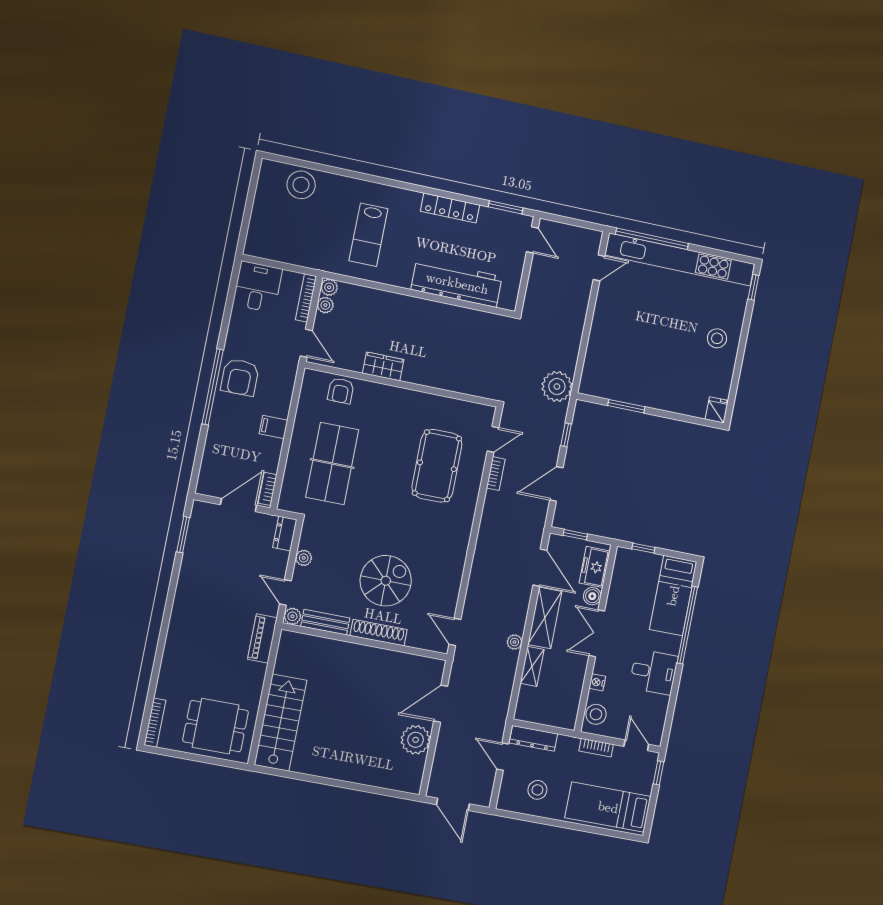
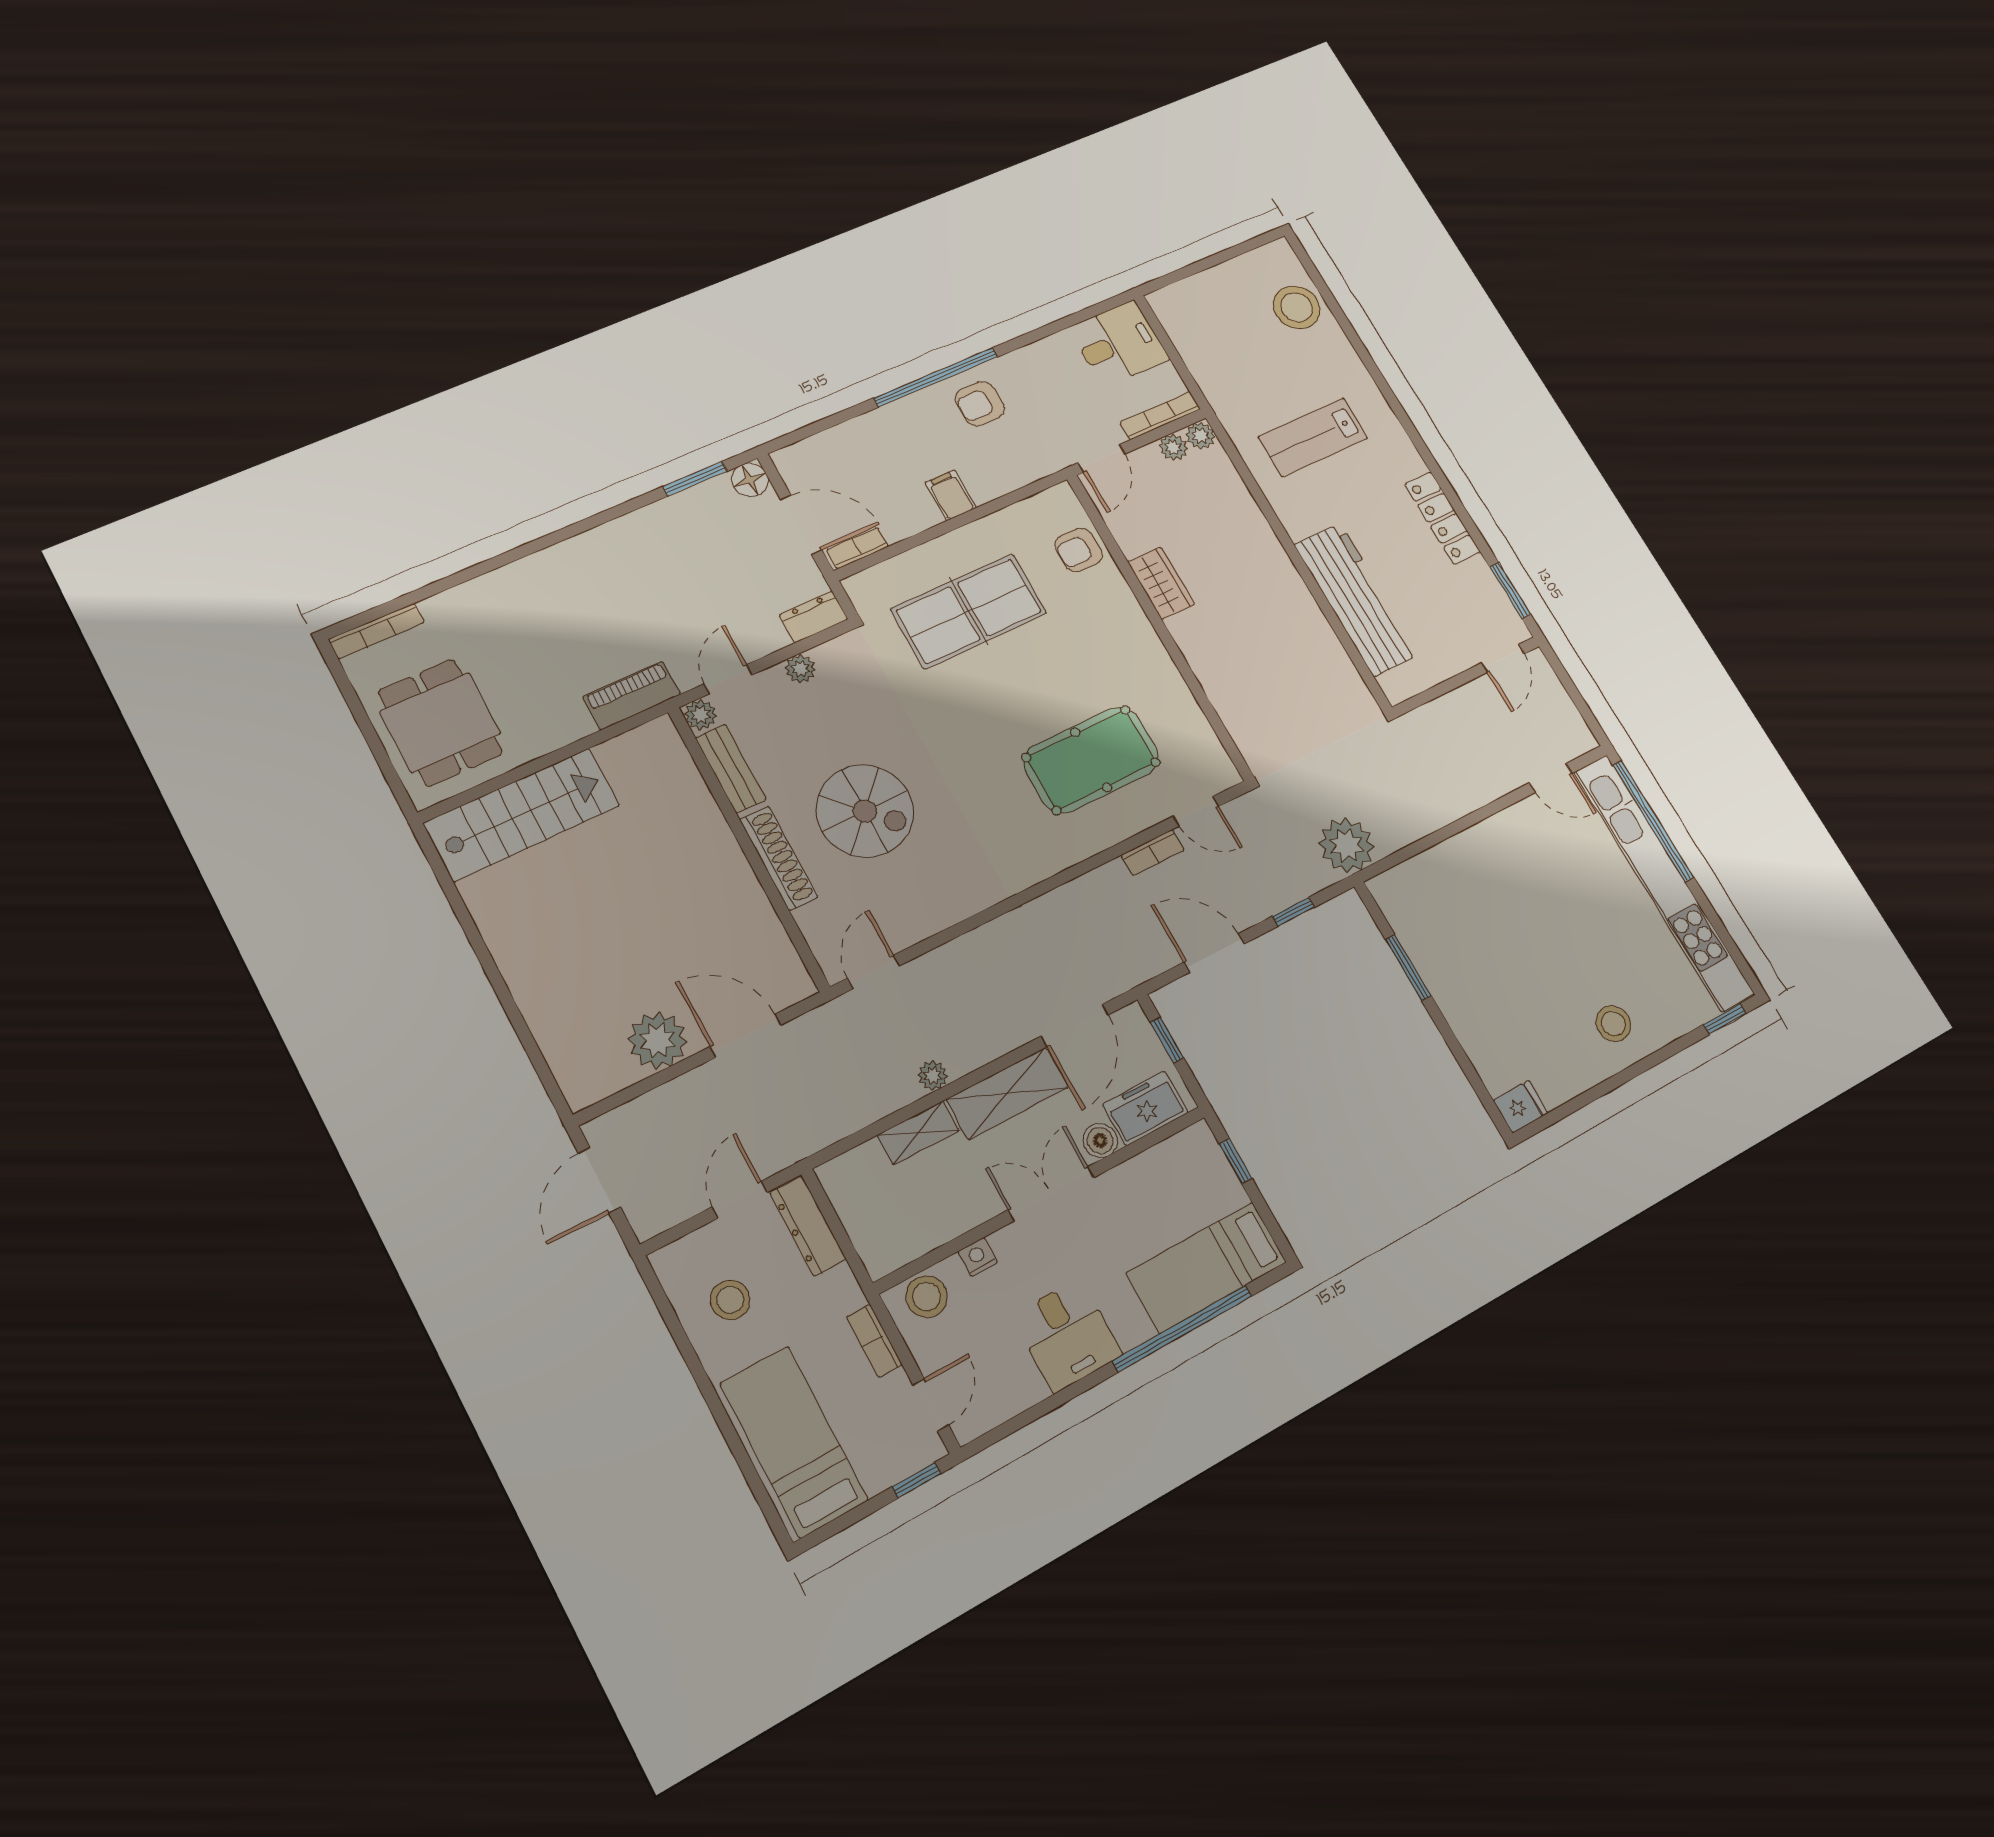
armchair: (240, 377) -> (980, 404), width x0.72, depth x0.72
floor lamp: (201, 511) -> (750, 480), added

